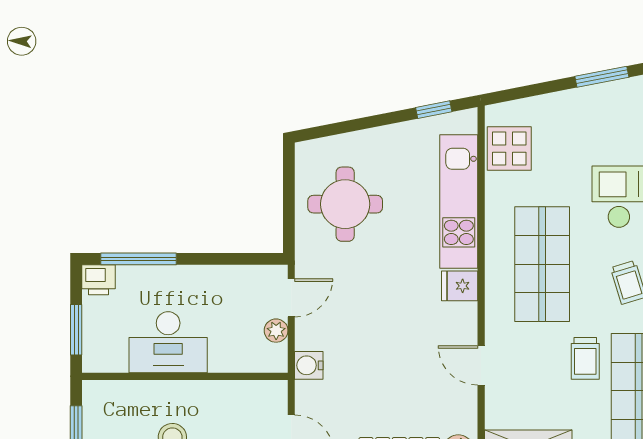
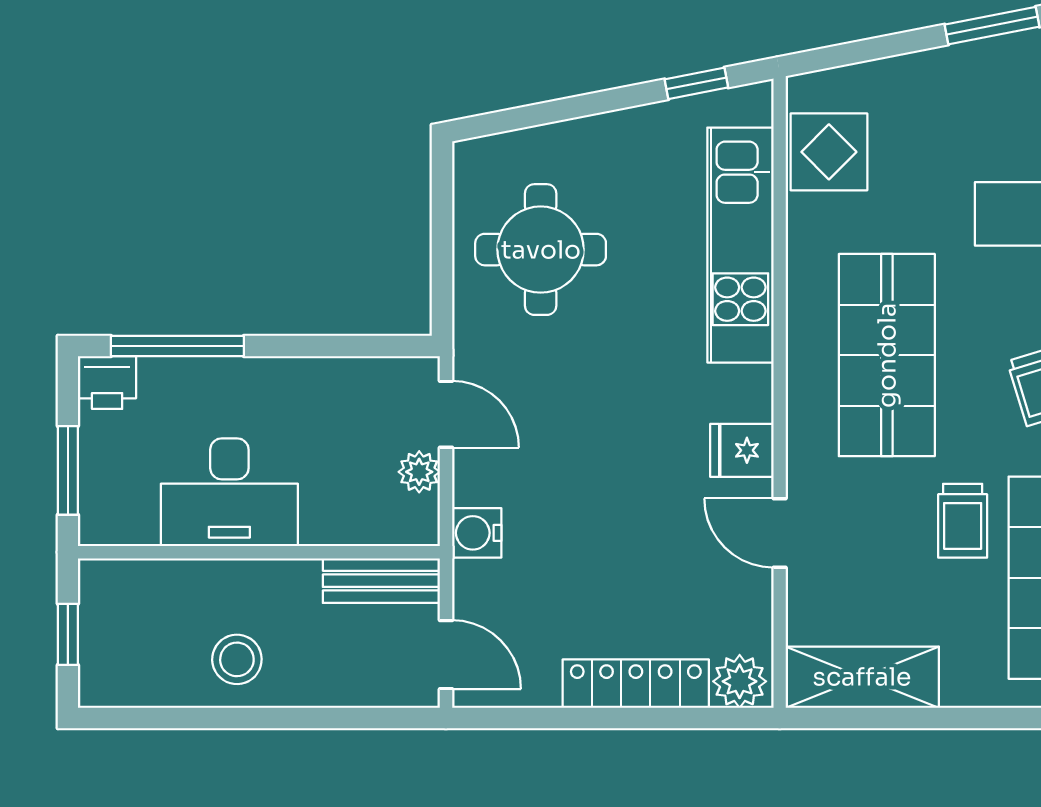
fridge: (460, 286) -> (742, 450), moved
door: (291, 298) -> (446, 414), hinge flipped
bench: (255, 392) -> (381, 581), added

